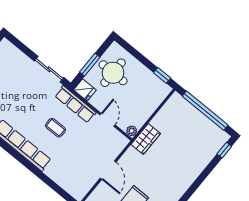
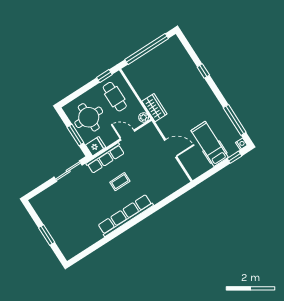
cafe table: (144, 93) -> (115, 97), added
window: (224, 150) -> (203, 71), moved

